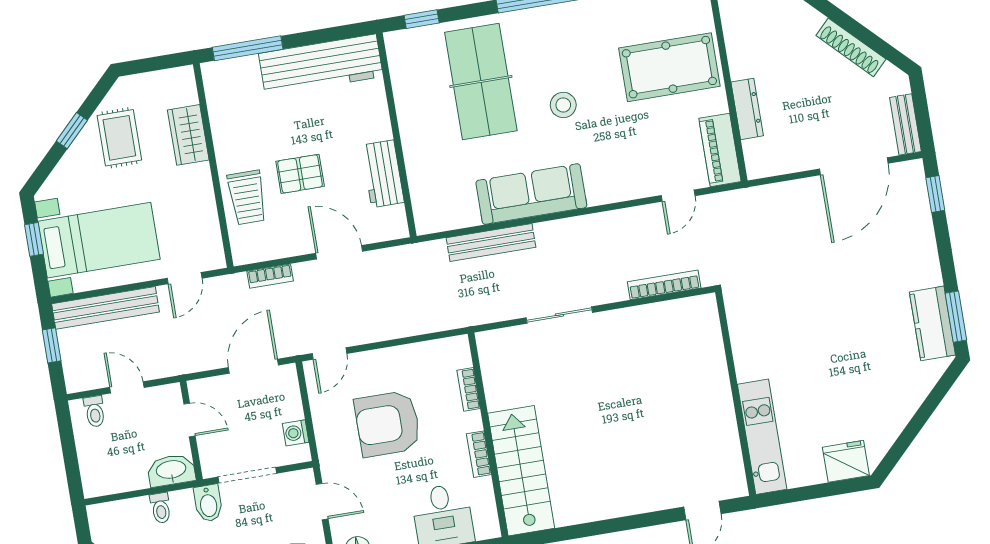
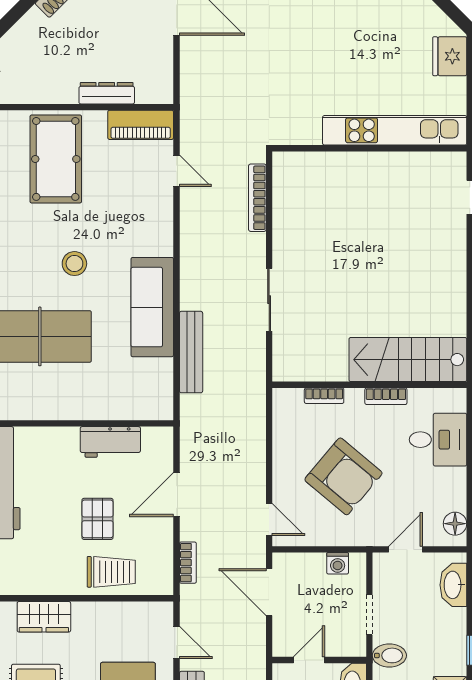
armchair: (388, 424) -> (343, 476), turned -50
kitchen unit: (762, 437) -> (395, 130), width x1.36
doorway: (247, 475) -> (369, 615), width x0.73

